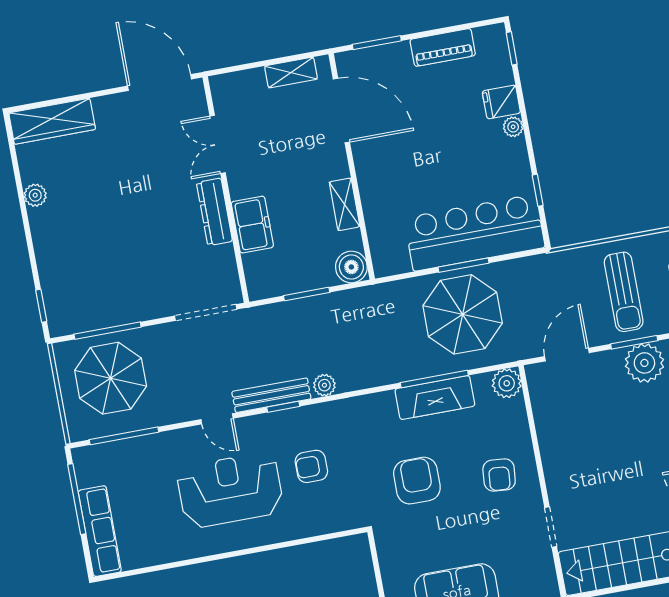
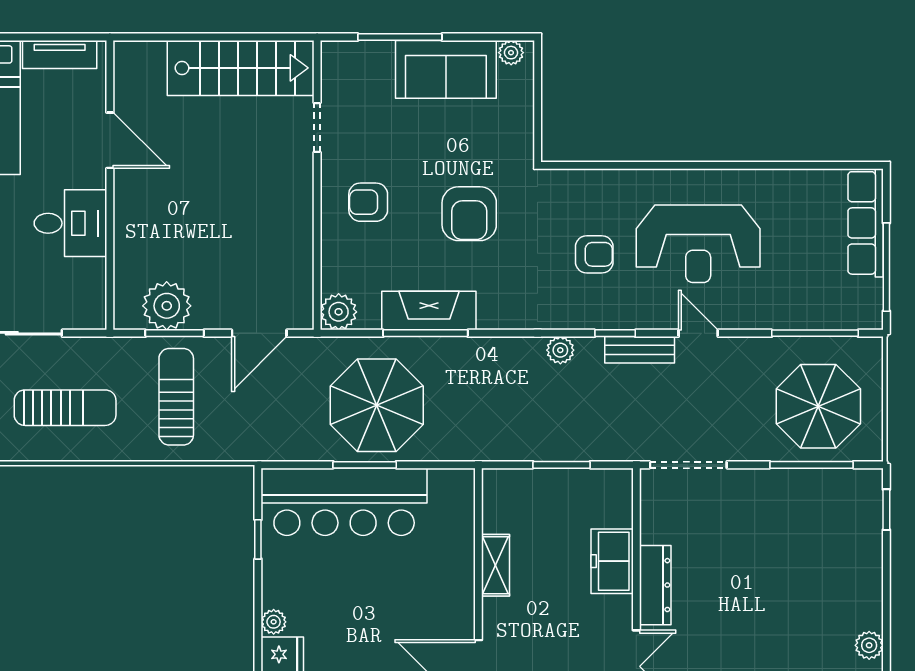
boiler: (351, 267) -> (501, 488), removed
bench: (271, 395) -> (640, 350), width x0.73
armchair: (499, 475) -> (368, 202), turned -95

